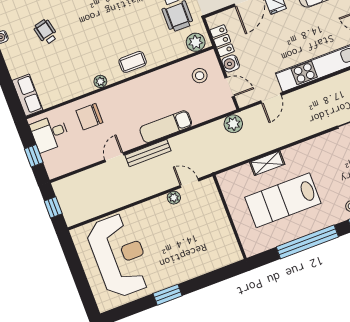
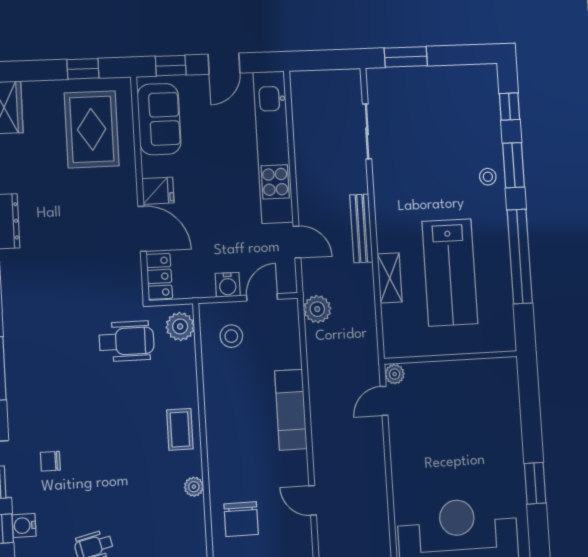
locker: (222, 41) -> (159, 276), moved, turned 90
bench: (148, 153) -> (361, 228), moved
plant: (174, 198) -> (395, 374), moved

